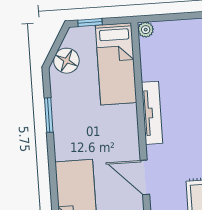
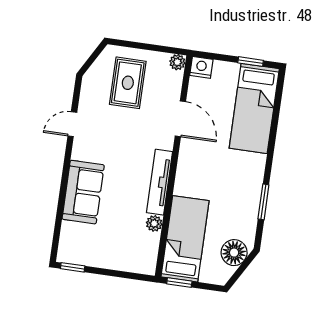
window: (90, 23) -> (179, 283), moved
plant: (146, 30) -> (154, 223), moved

